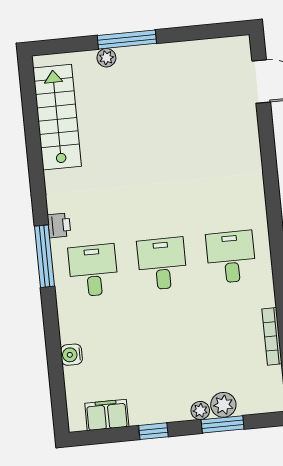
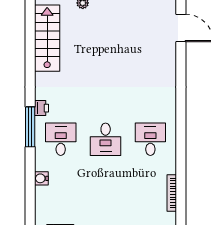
desk: (162, 264) -> (106, 139), turned 180
water cooler: (71, 355) -> (41, 178), moved

